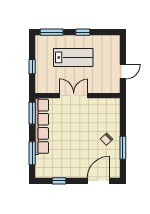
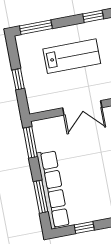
window: (83, 32) -> (93, 16), moved
double door: (74, 96) -> (82, 108), swing flipped
row of seats: (42, 126) -> (53, 189), moved

